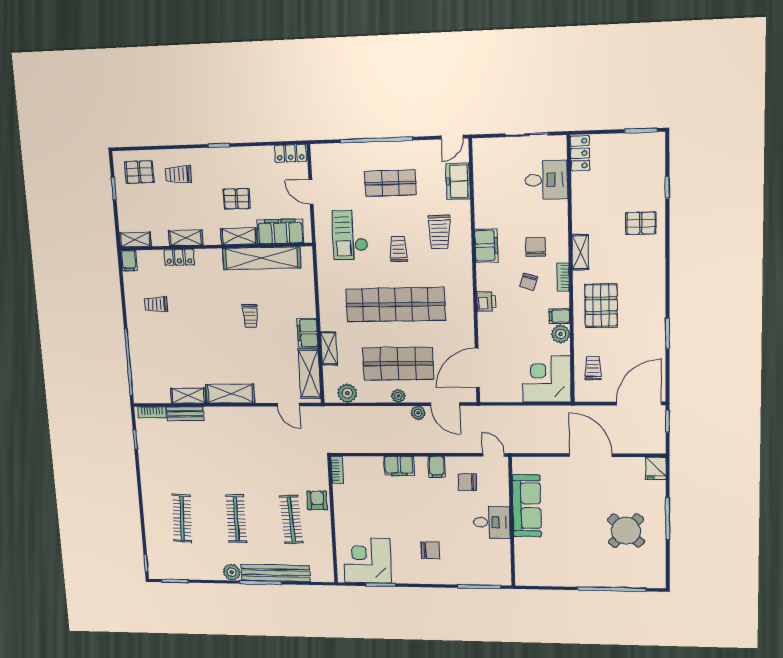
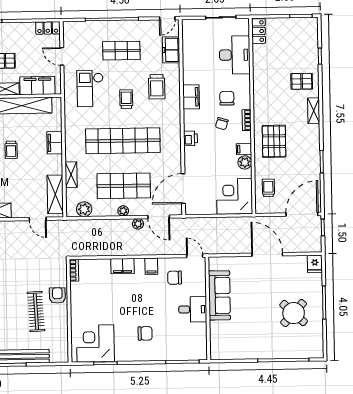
desk: (546, 180) -> (235, 55), width x1.37
shelving: (580, 252) -> (314, 111), moved
filing cabinet: (307, 333) -> (55, 143), moved

